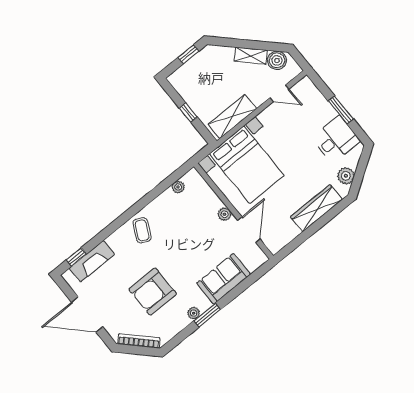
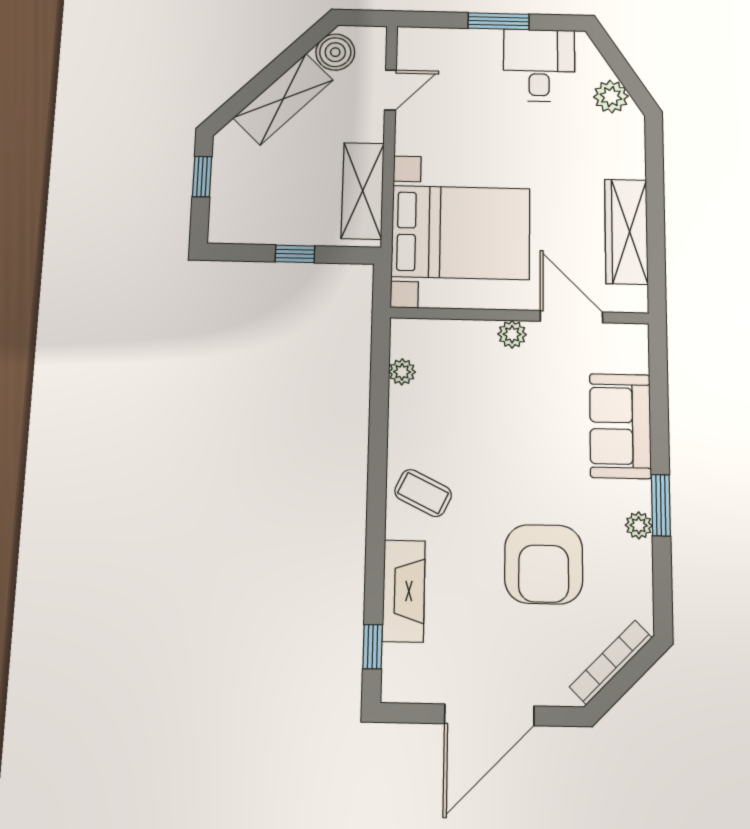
shelving: (251, 56) -> (283, 99), width x1.50, depth x1.33
wardrobe: (316, 208) -> (626, 232), moved
fireplace: (92, 261) -> (404, 591), moved

